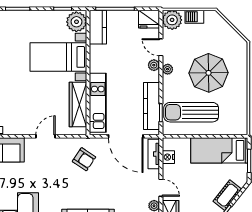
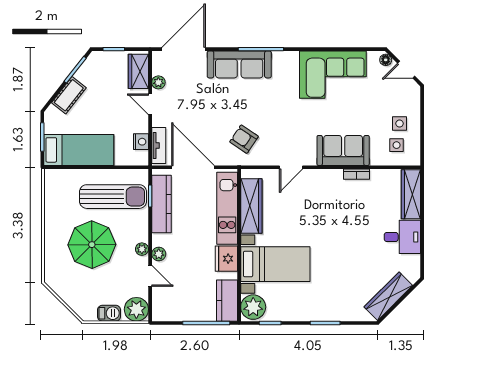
fridge: (149, 19) -> (226, 259), moved, turned -90

